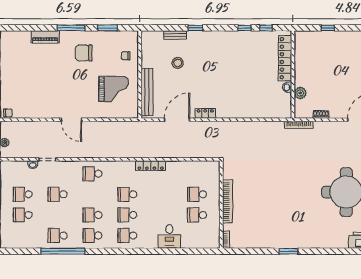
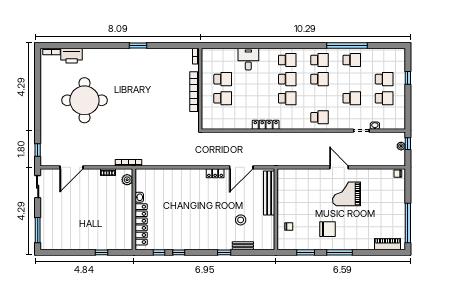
piano: (45, 37) -> (387, 244), moved
grand piano: (114, 89) -> (346, 194), moved
plant: (300, 93) -> (127, 180), moved

